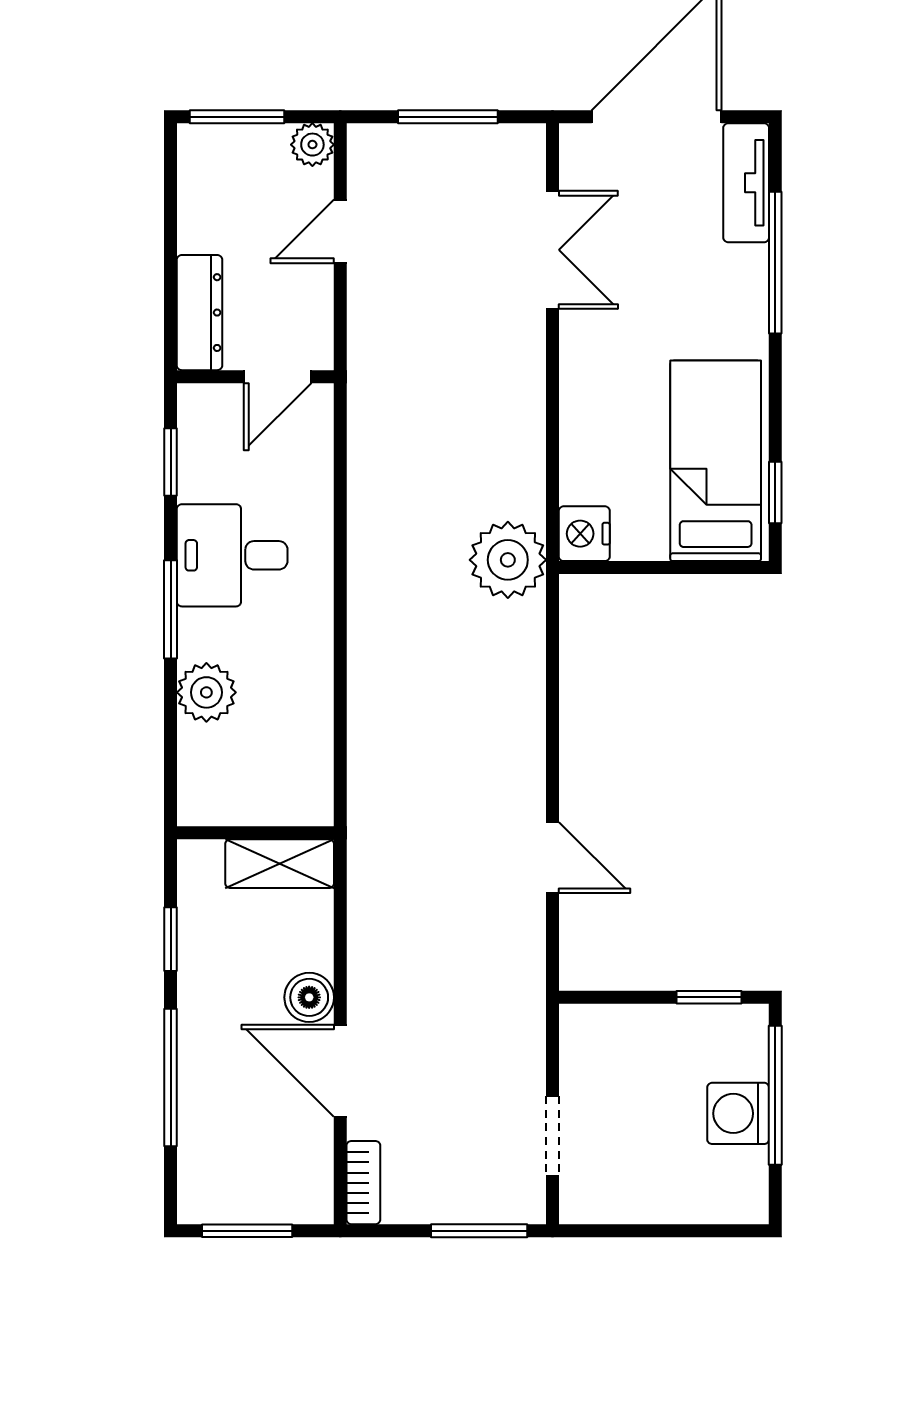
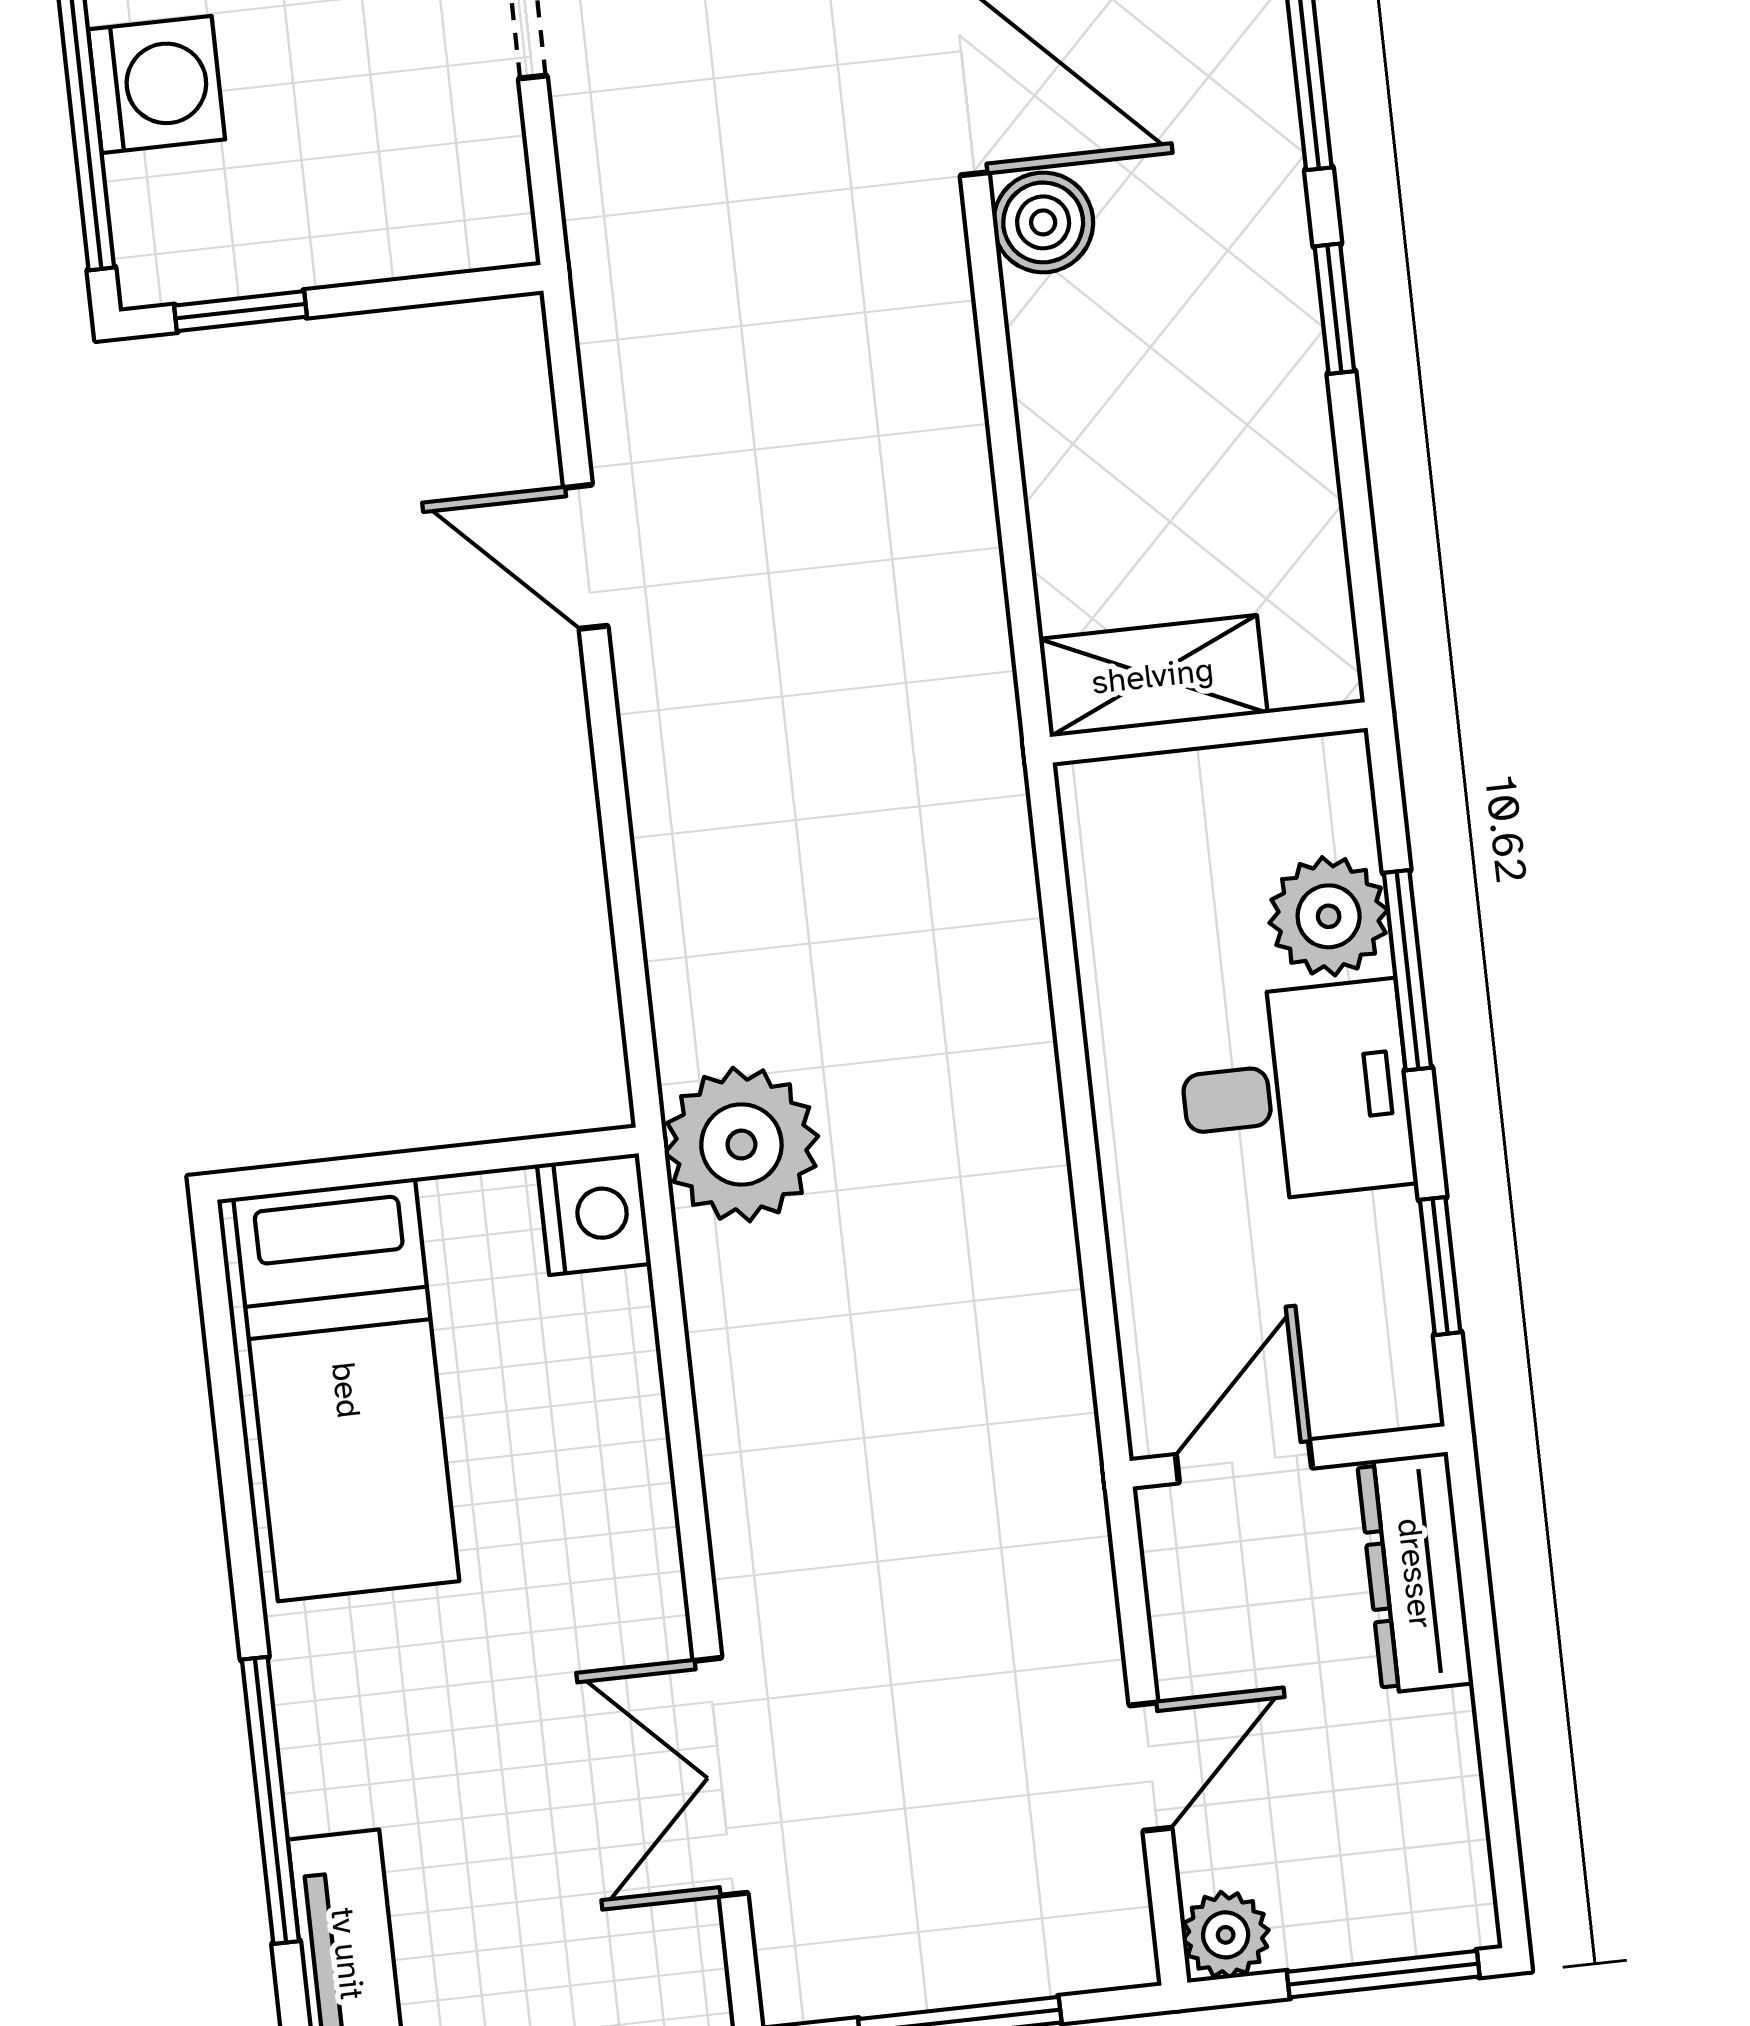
window: (775, 493) -> (220, 1339), removed
plant: (206, 692) -> (1329, 916), moved
wall: (255, 833) -> (1209, 732), moved
shelving: (280, 864) -> (1153, 676), moved

